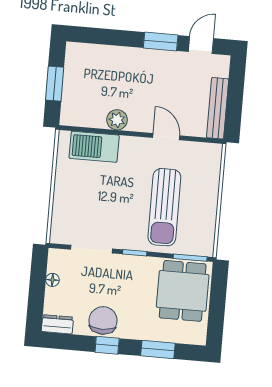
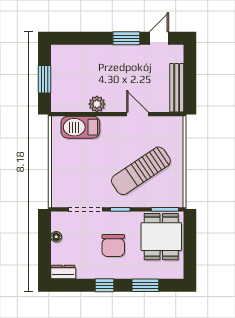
sun lounger: (164, 207) -> (141, 171), turned 56
chair: (103, 320) -> (113, 245), moved, turned 180

